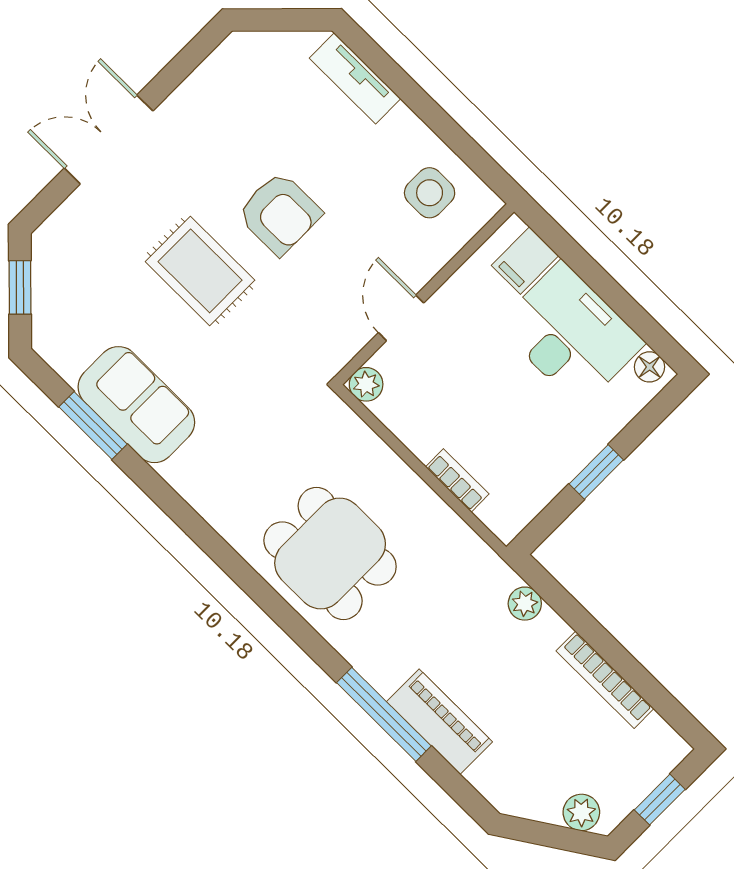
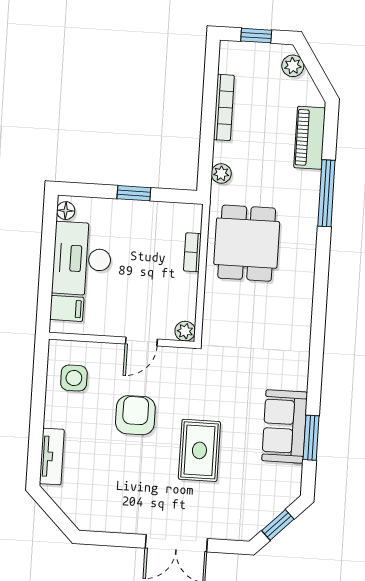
armchair: (279, 213) -> (135, 415), moved
dining table: (330, 553) -> (247, 243), moved
piano: (440, 722) -> (310, 138), moved

